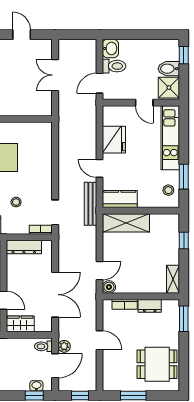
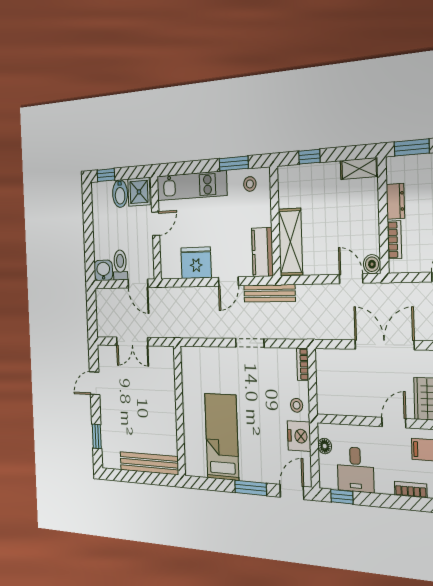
stool: (16, 202) -> (297, 405), moved
doorway: (55, 212) -> (250, 343), moved
dresser: (24, 247) -> (325, 389), removed

